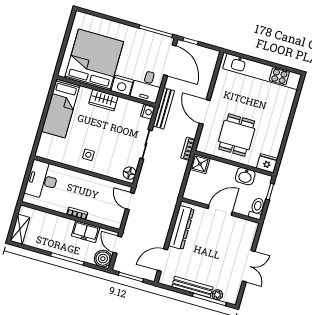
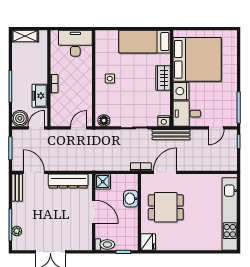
door: (170, 60) -> (216, 128), width x0.53
door: (205, 112) -> (165, 172), moved
shower: (200, 164) -> (103, 182), moved
washbasin: (245, 176) -> (131, 199), moved
bench: (192, 287) -> (17, 188), moved, width x0.73

